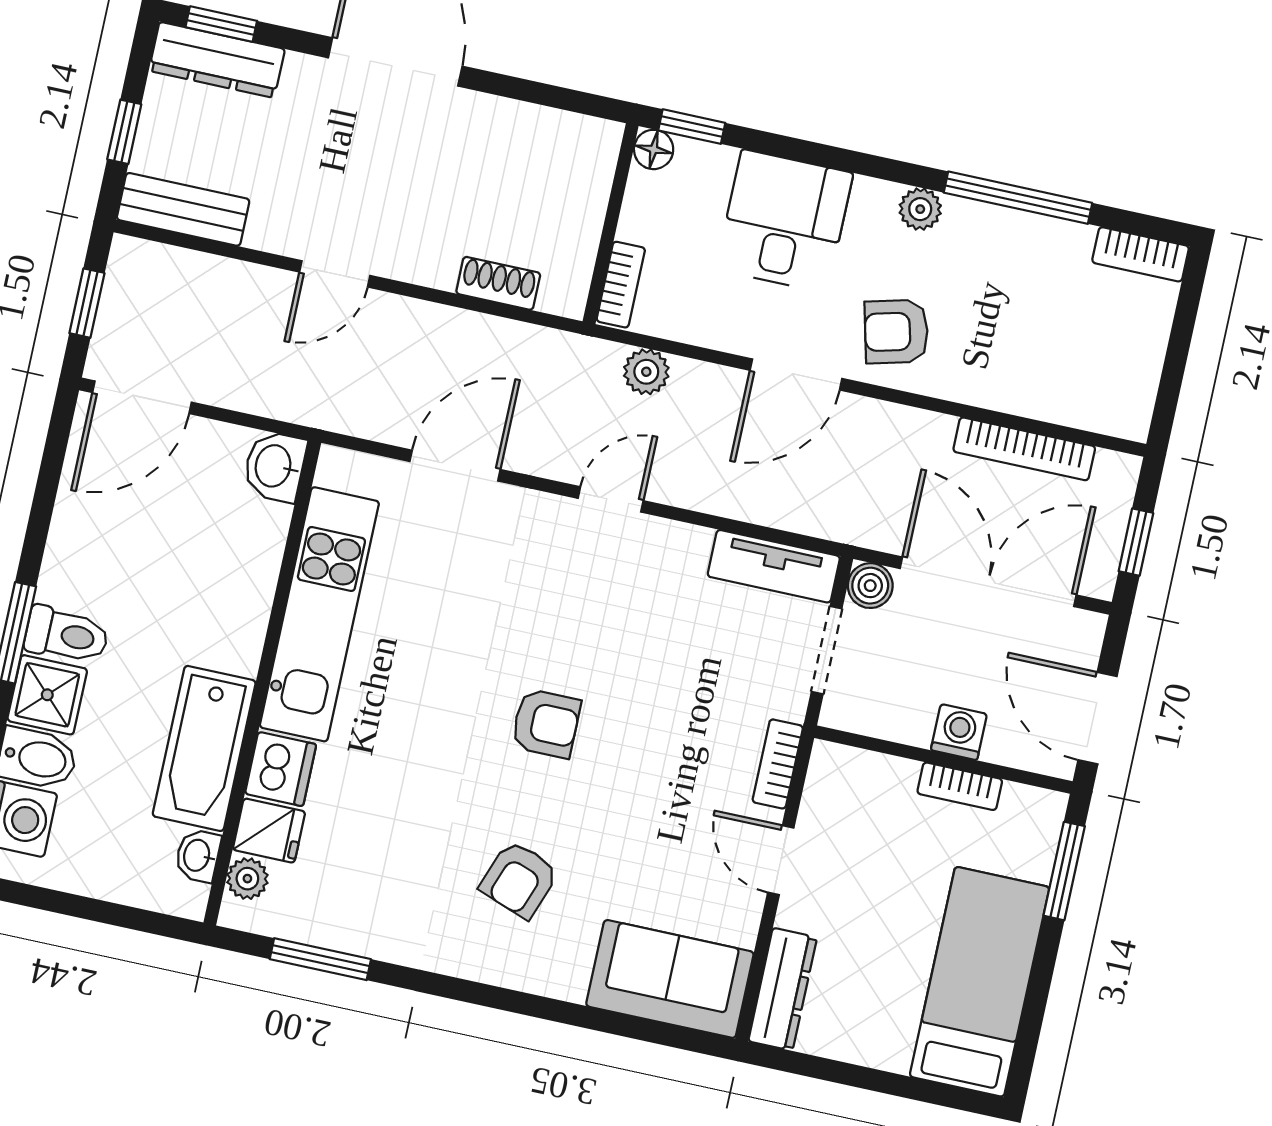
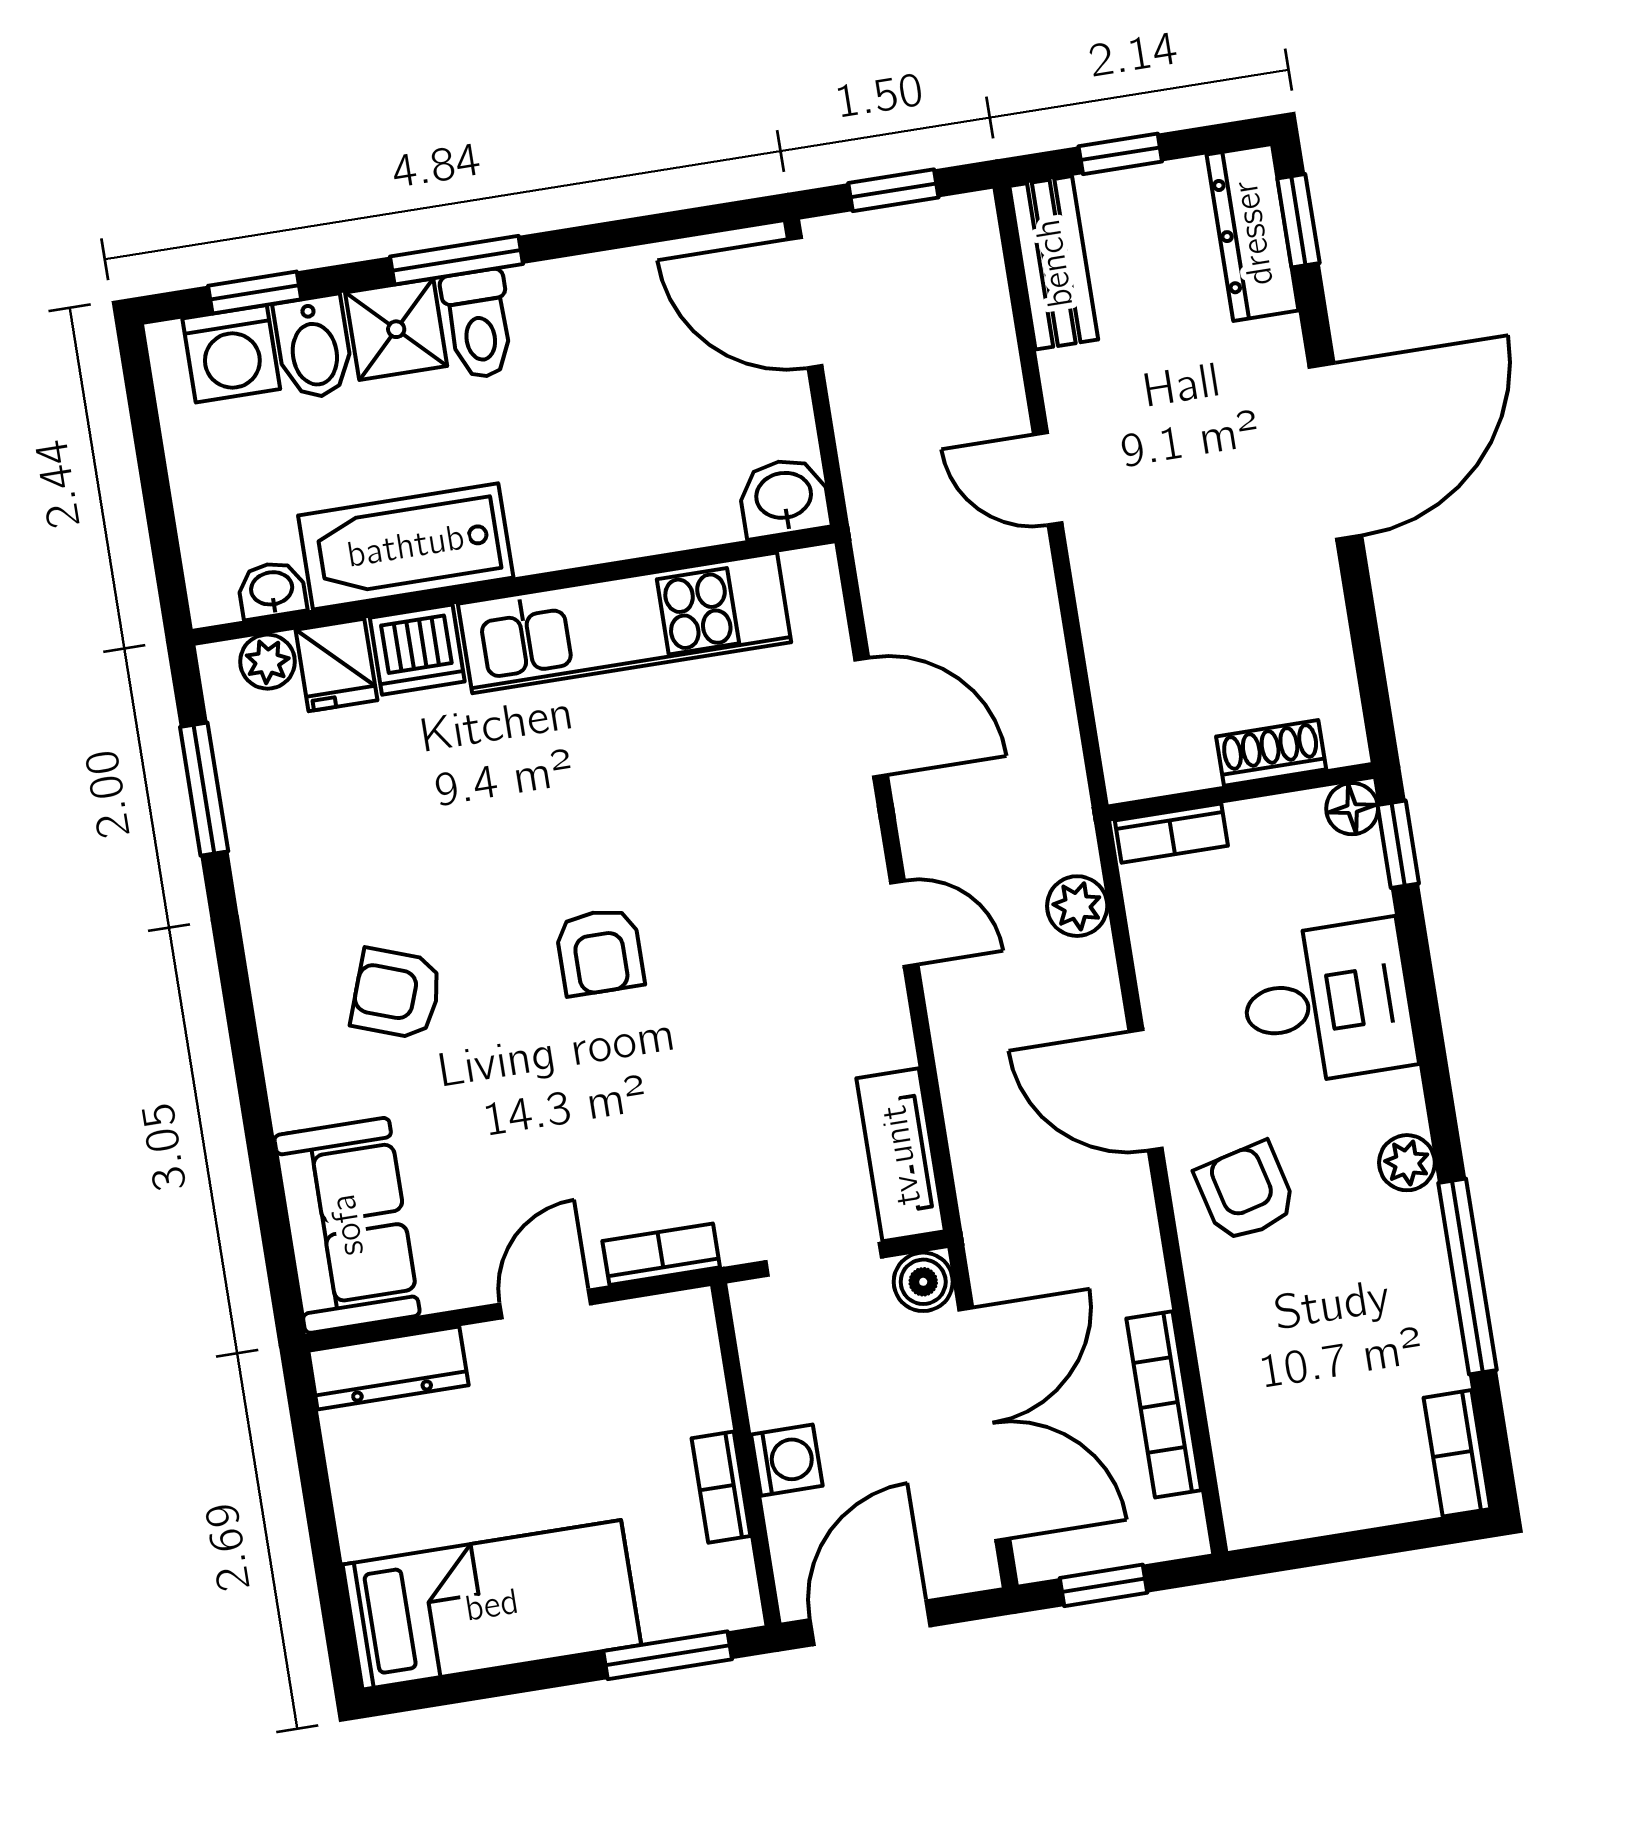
shoe rack: (498, 283) -> (1271, 753), moved, turned -90

